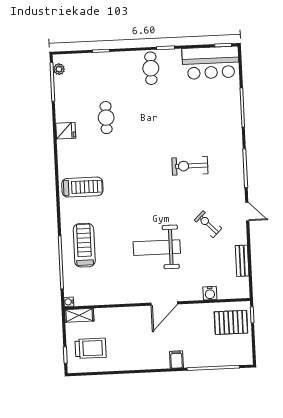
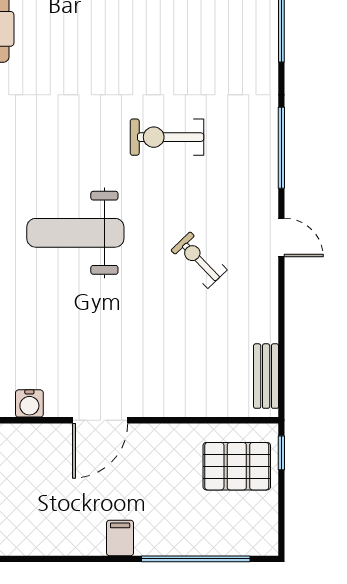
weight bench: (157, 248) -> (75, 233), moved
bench: (242, 261) -> (266, 376), moved
water cooler: (210, 293) -> (29, 403), moved

